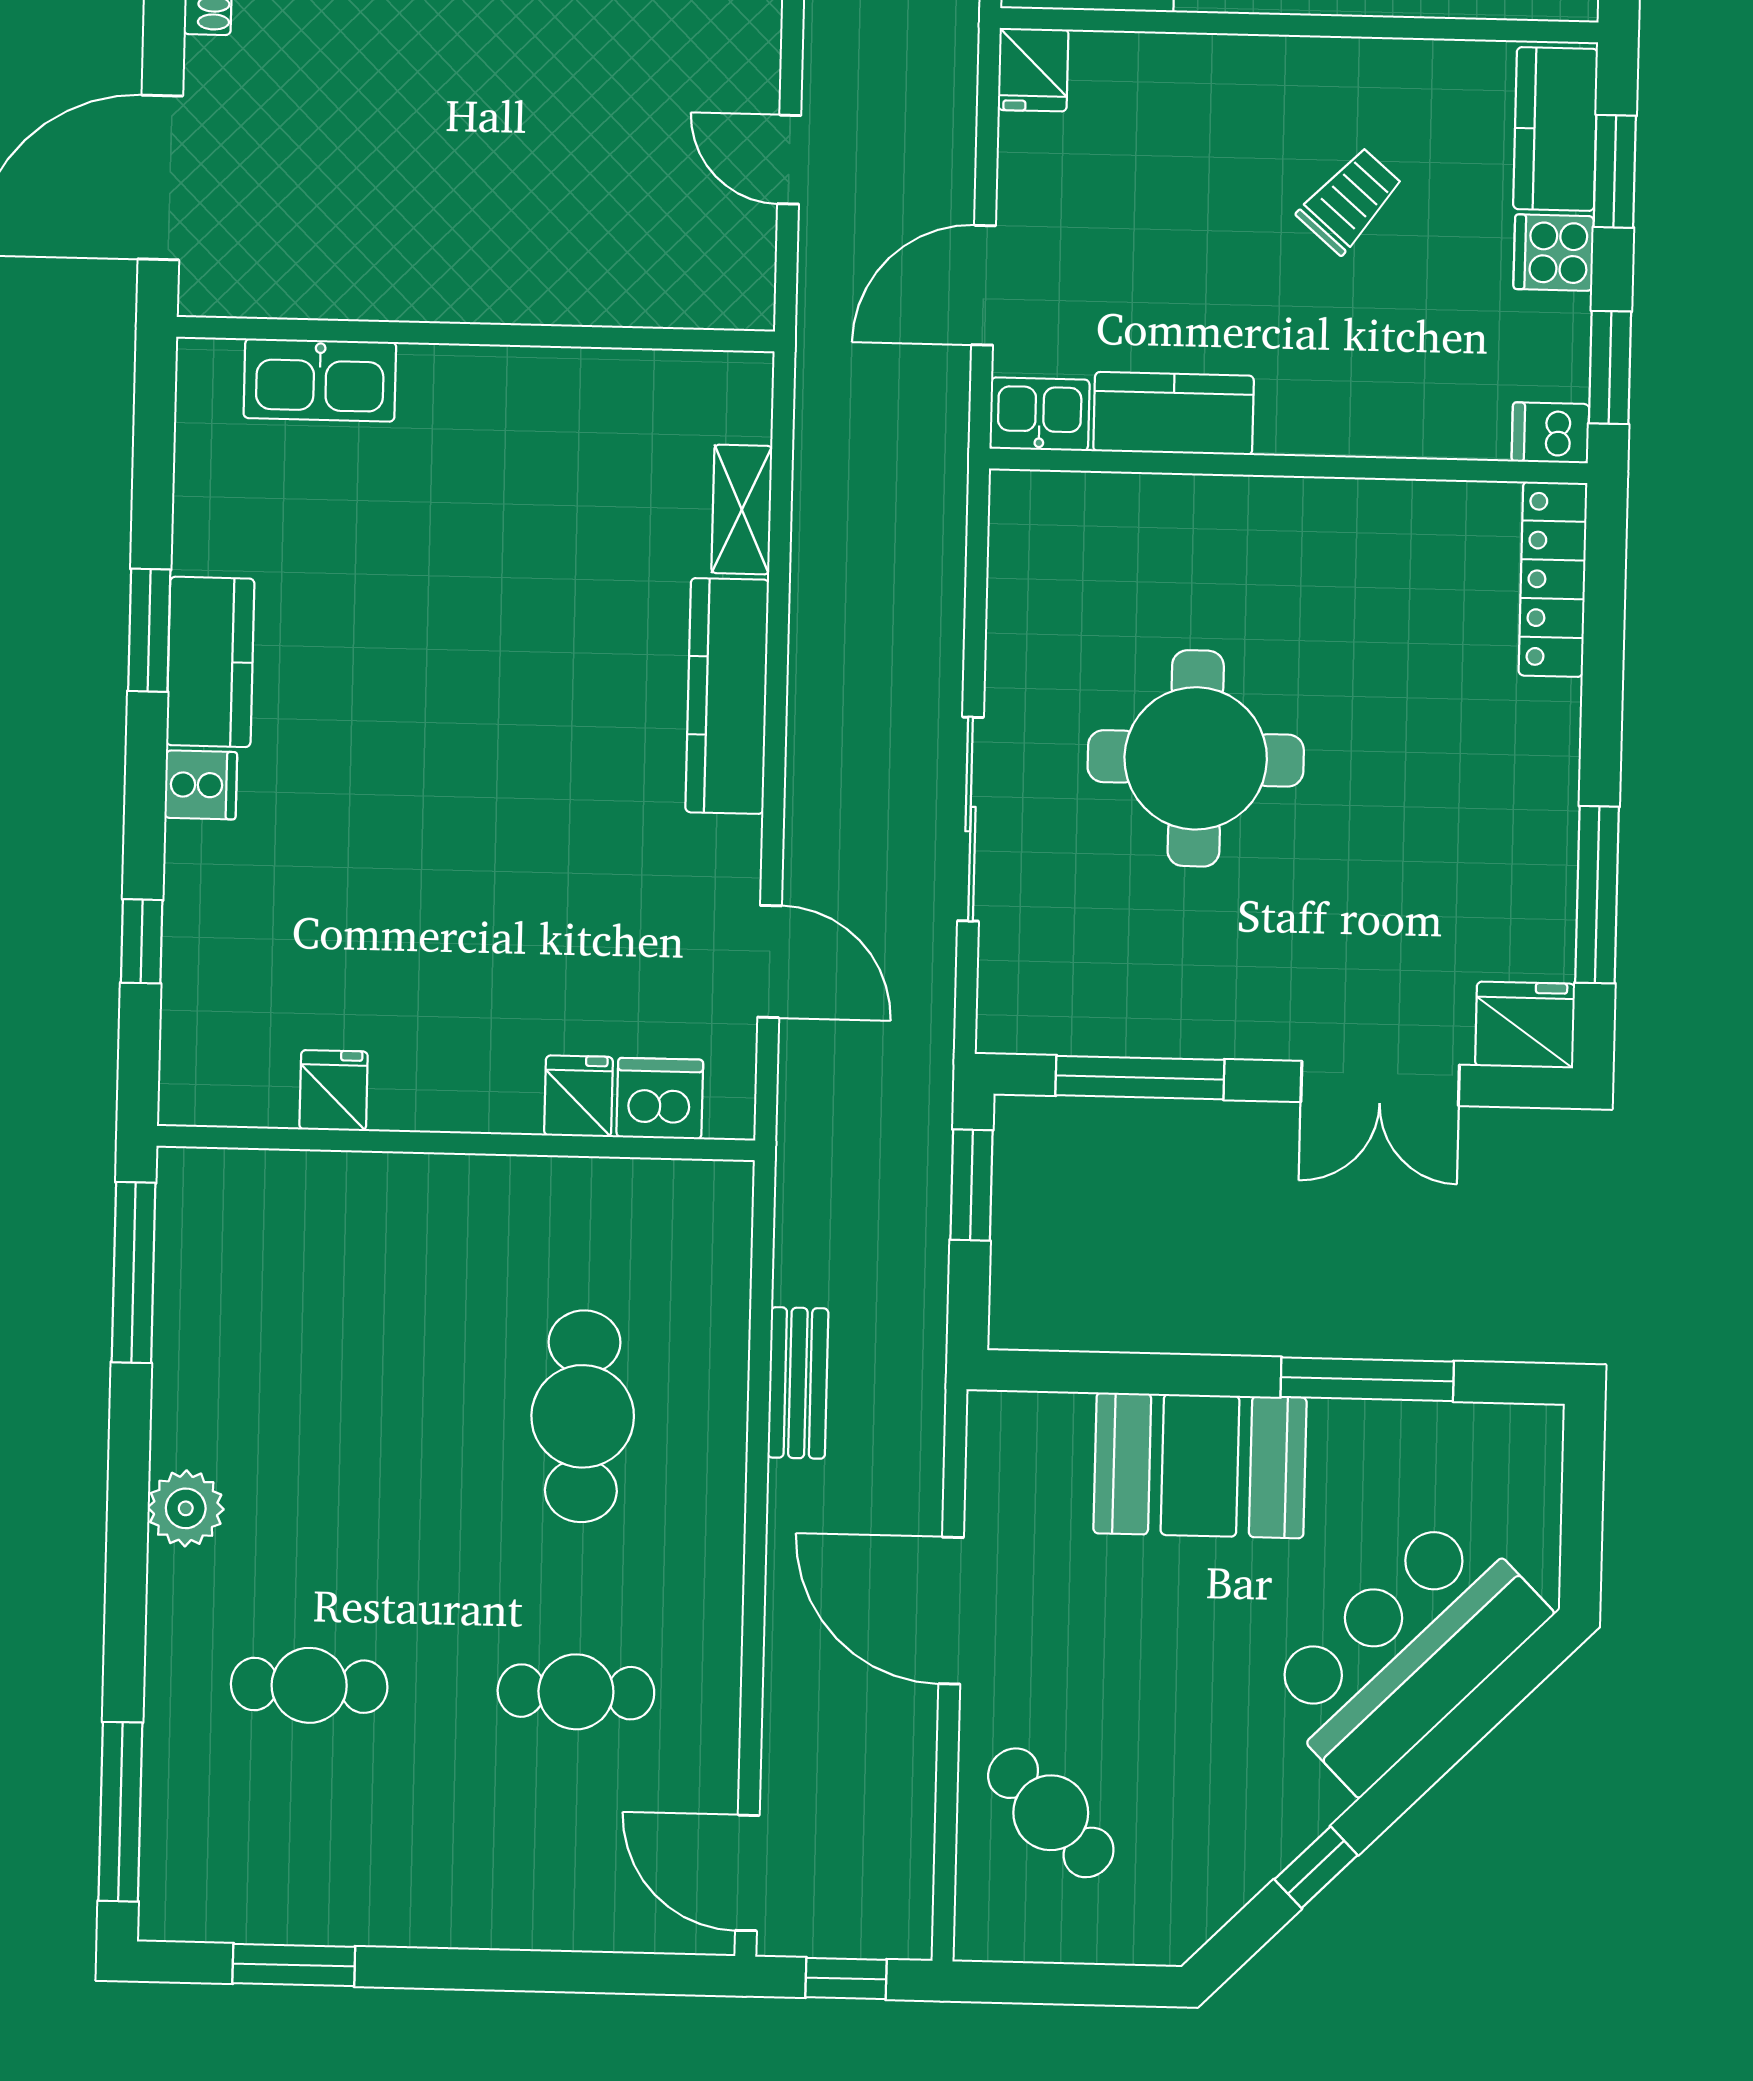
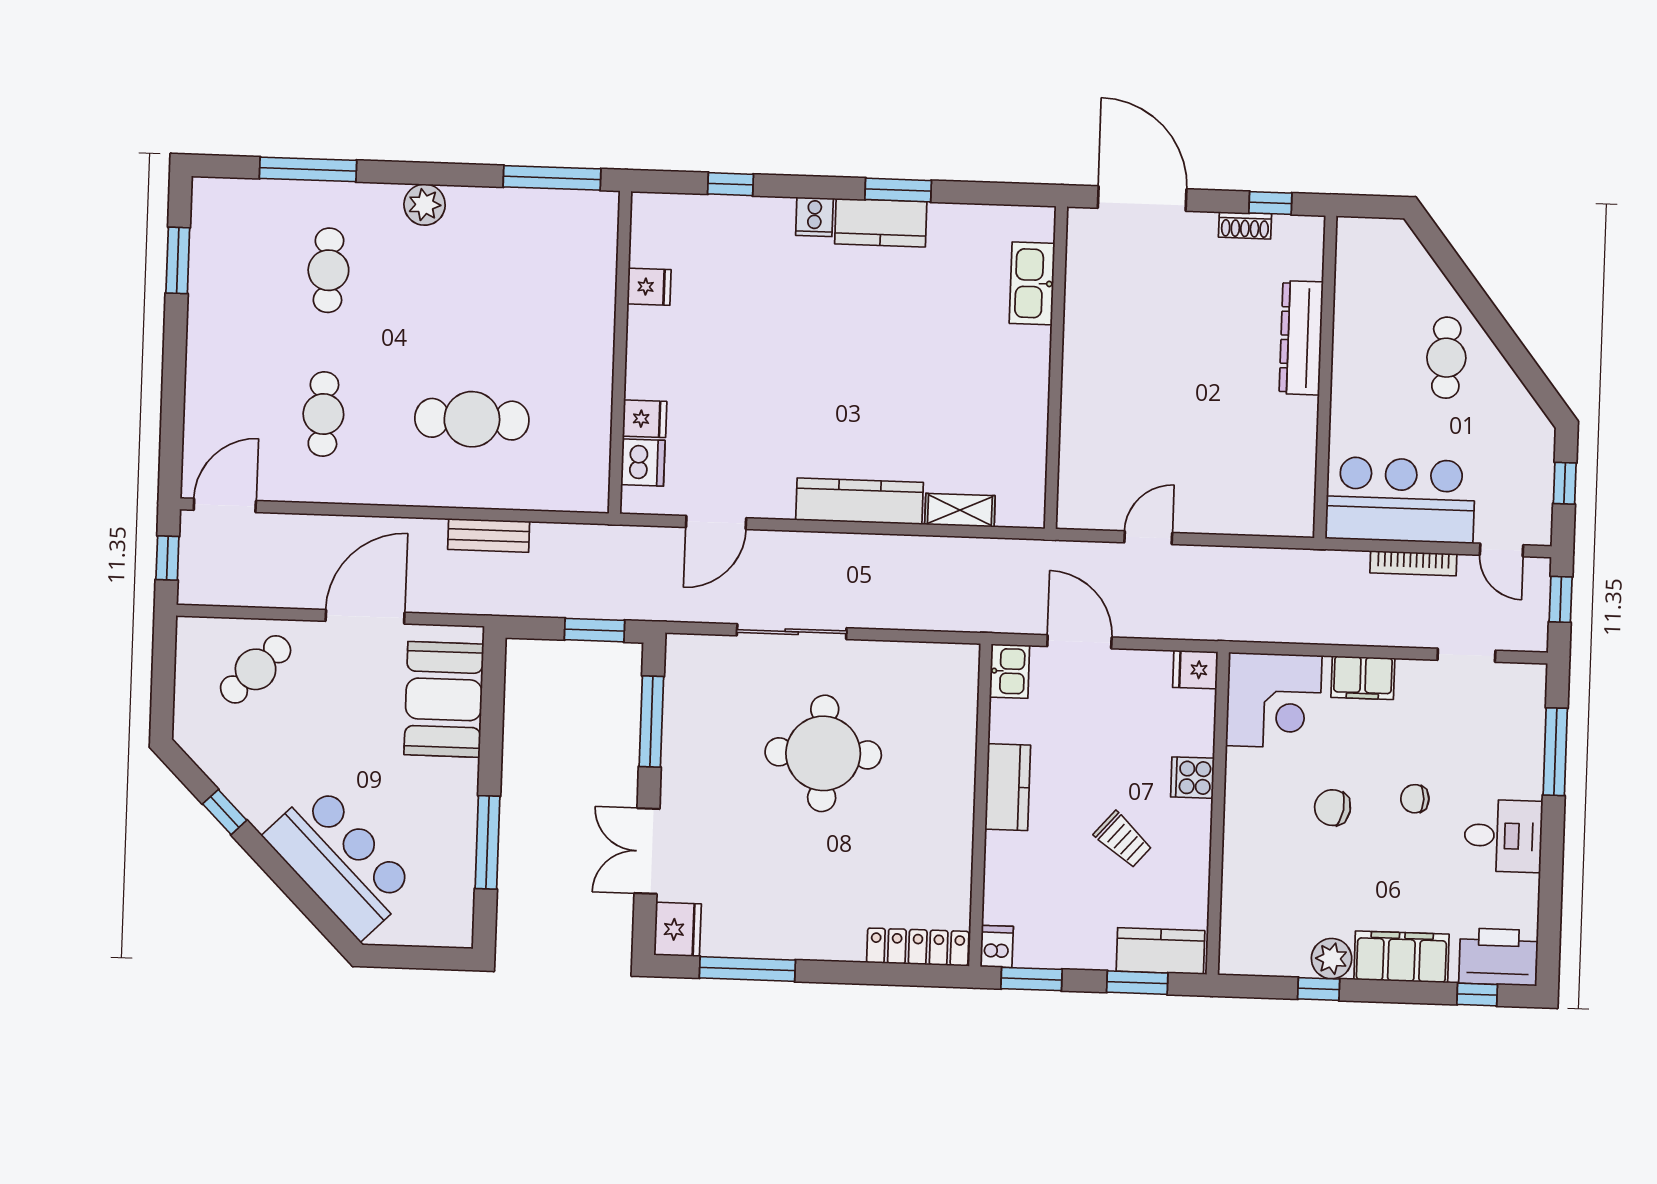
cooker: (1554, 253) -> (1192, 778), moved, turned -90
kitchen counter: (1174, 413) -> (1008, 787), moved
booth: (1200, 1465) -> (444, 699), moved
window: (120, 1812) -> (308, 169), moved

